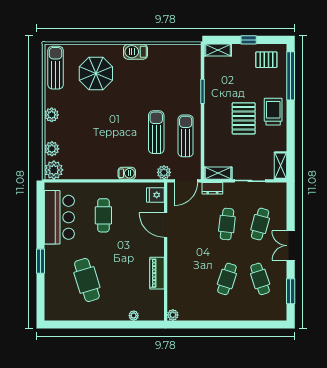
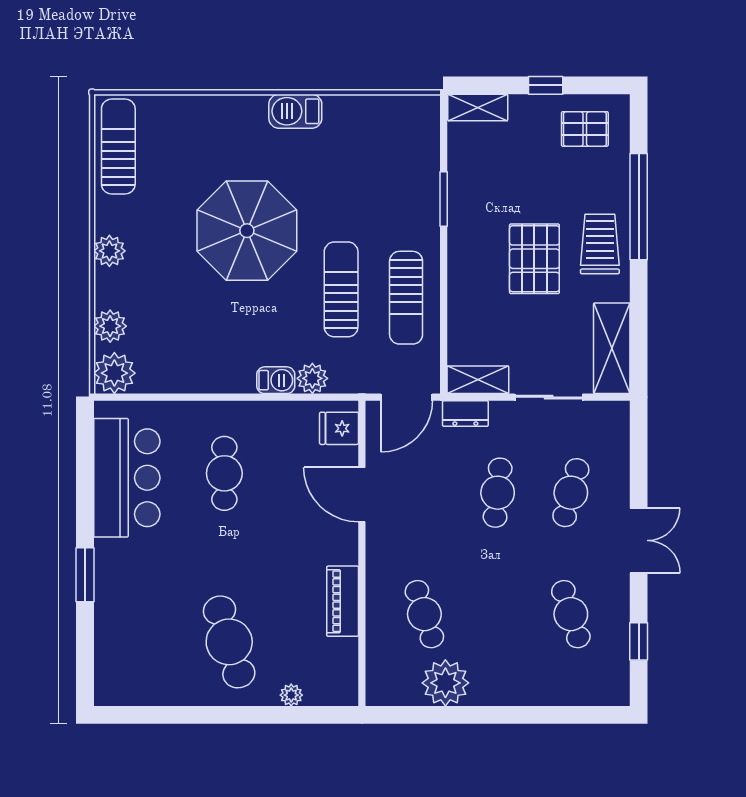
parasol: (96, 74) -> (247, 231), moved, width x1.36, depth x1.36
window: (291, 76) -> (639, 207), moved
sun lounger: (186, 136) -> (406, 298), turned 180
shelving: (281, 166) -> (612, 348), width x1.50, depth x1.33
plant: (164, 172) -> (312, 378), moved
double door: (291, 246) -> (639, 540), swing flipped
cafe table: (227, 279) -> (424, 614), moved, turned -36
cafe table: (87, 280) -> (229, 642), moved
window: (291, 291) -> (639, 641), width x0.67
plant: (173, 315) -> (445, 683), moved, width x1.88, depth x1.88

